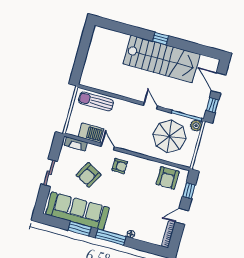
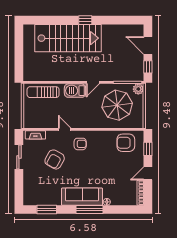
stairs: (162, 59) -> (68, 38), moved
door: (150, 106) -> (93, 82), swing flipped
barbecue: (91, 133) -> (75, 91), moved, turned 180
sliding door: (49, 173) -> (19, 157), moved
armchair: (168, 178) -> (126, 143), turned 90
sofa: (77, 211) -> (82, 197), moved, width x0.74, depth x0.79
window: (80, 229) -> (47, 210), moved

